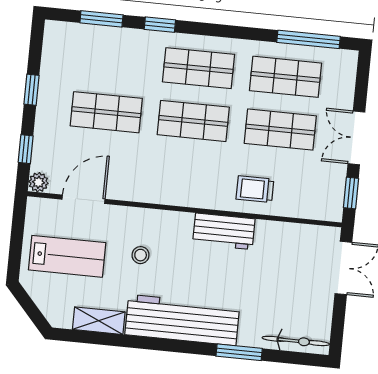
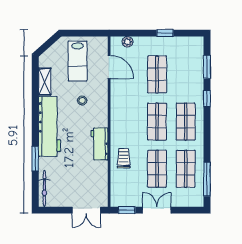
window: (26, 149) -> (133, 33), removed
plant: (38, 182) -> (127, 42), moved

